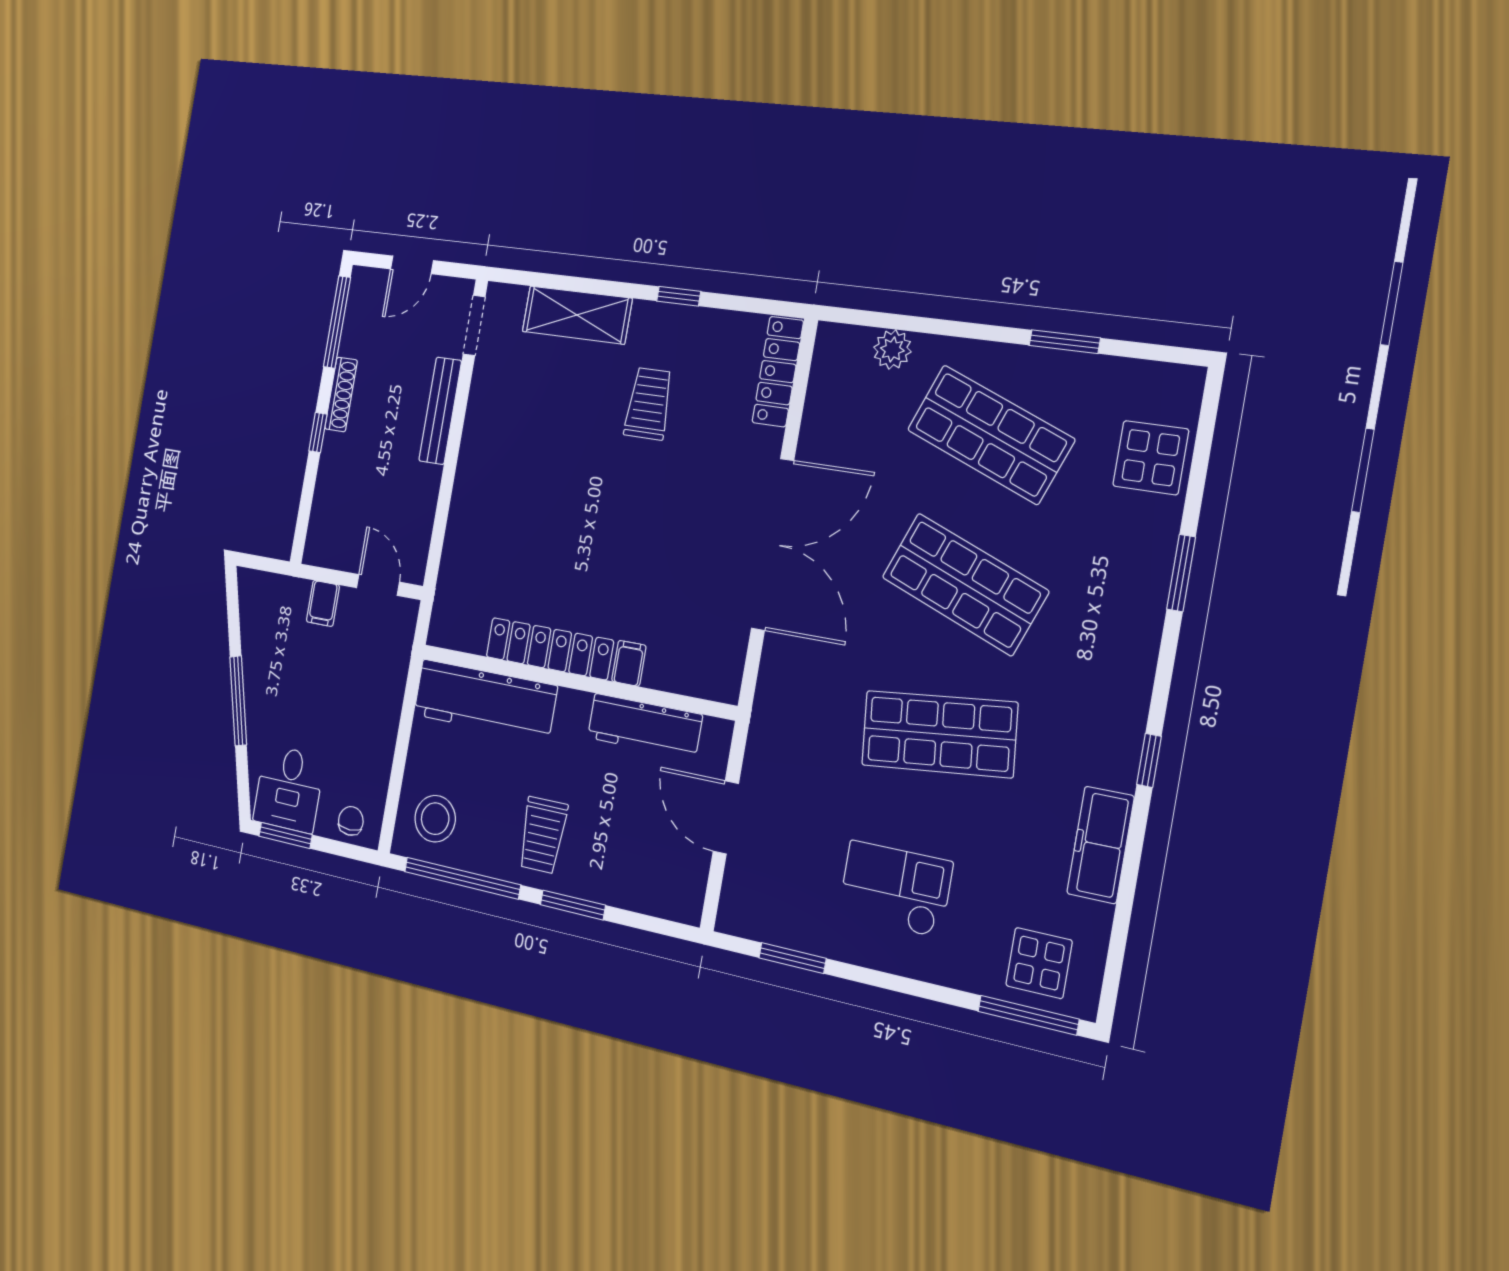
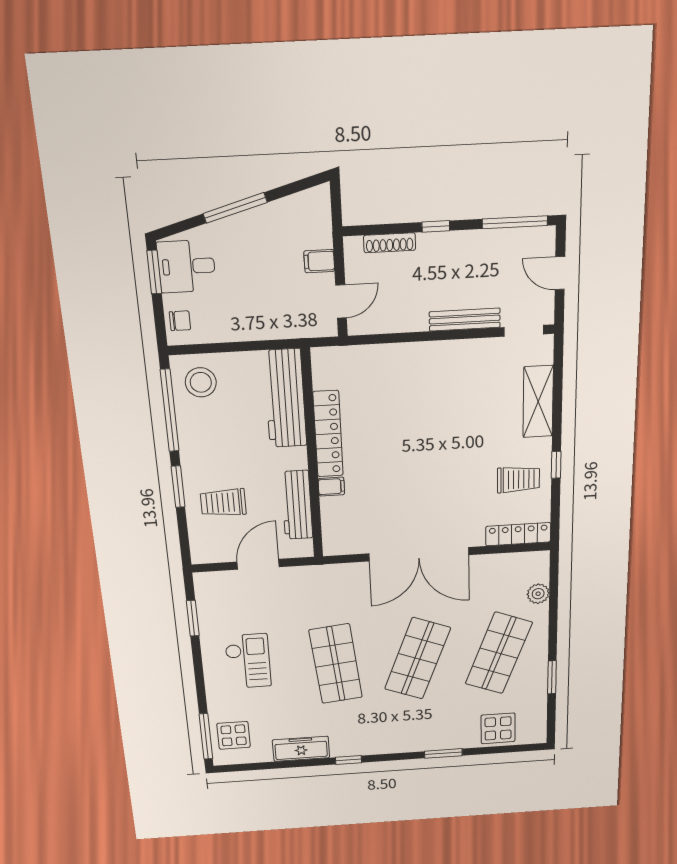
shoe rack: (341, 395) -> (390, 243), moved
trolley: (649, 404) -> (518, 479), moved
trolley: (543, 835) -> (223, 503), moved

